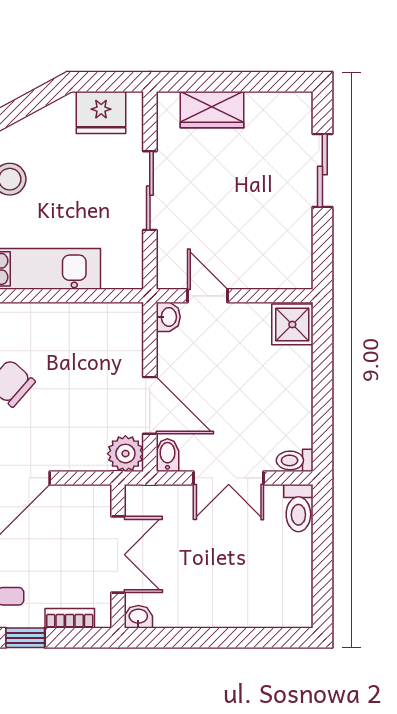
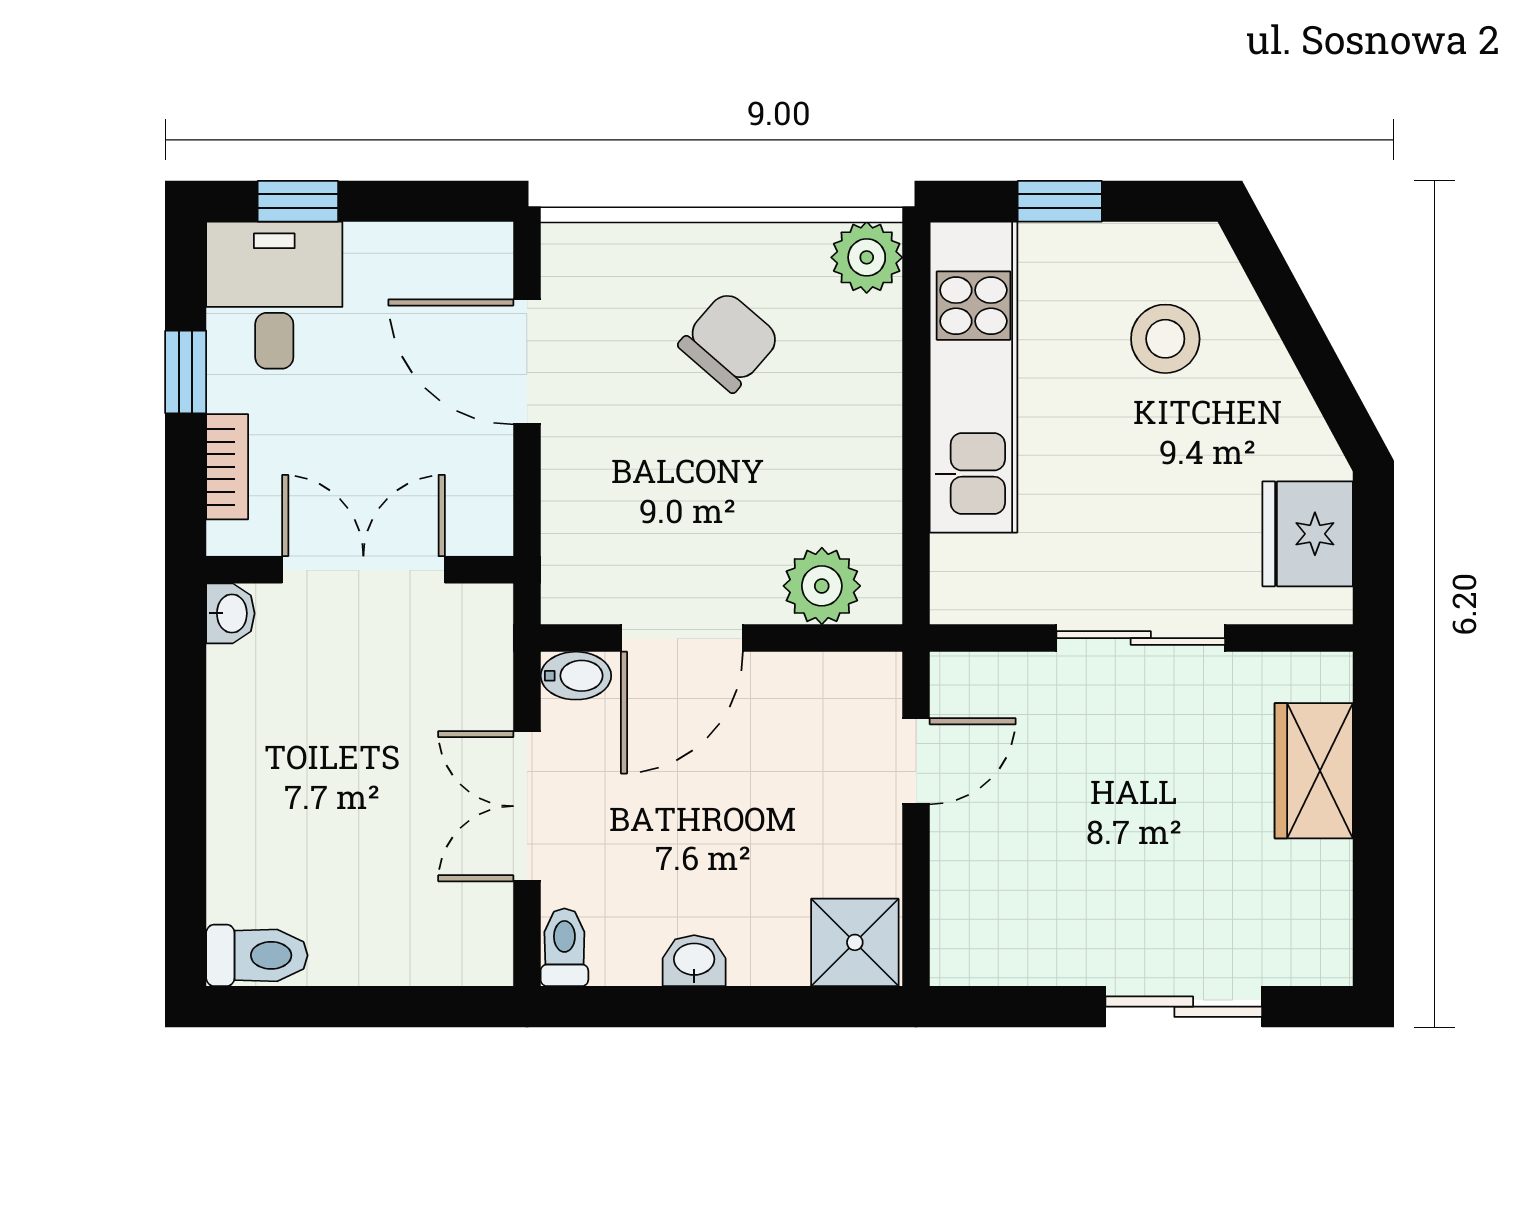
washbasin: (168, 317) -> (694, 961), moved, turned 180
plant: (125, 454) -> (822, 586), moved
toilet: (298, 508) -> (257, 955), moved, turned 180
double door: (118, 555) -> (363, 570), swing flipped

